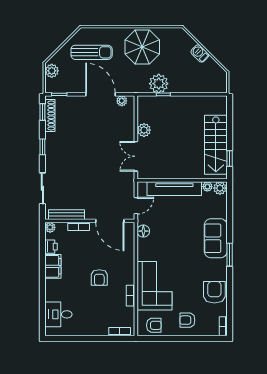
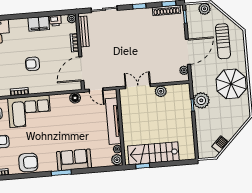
barbecue: (200, 53) -> (220, 144), moved

